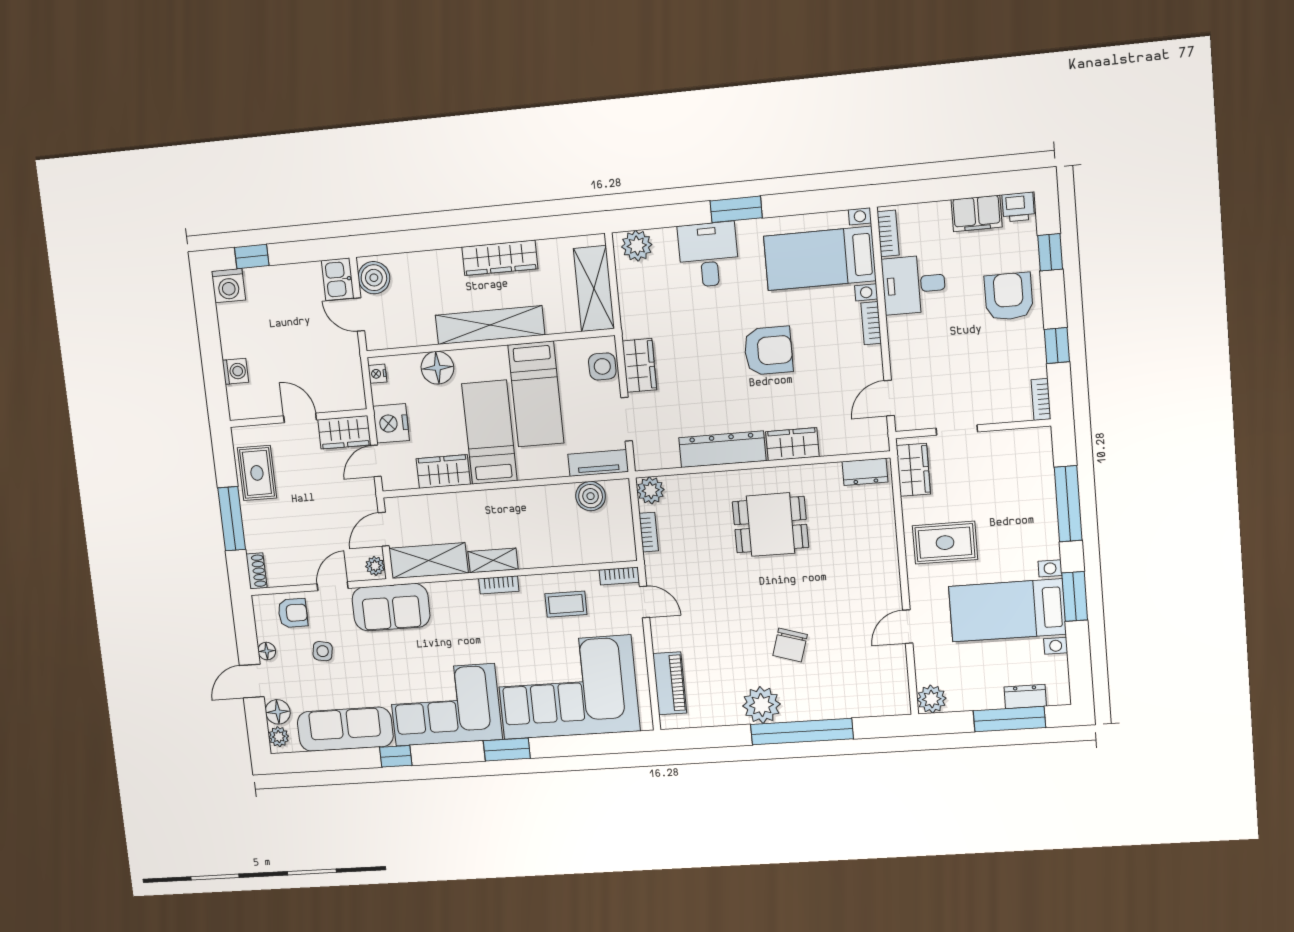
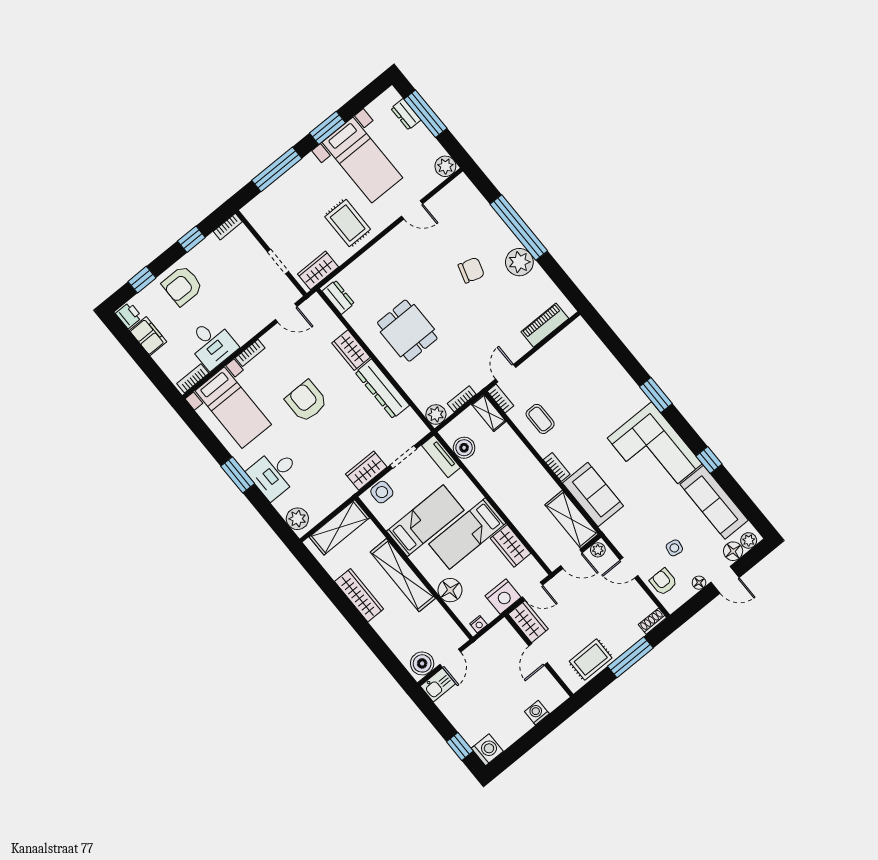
shelving: (493, 560) -> (489, 413), moved
sofa: (391, 607) -> (593, 494), moved
corner sofa: (567, 687) -> (591, 384), removed

